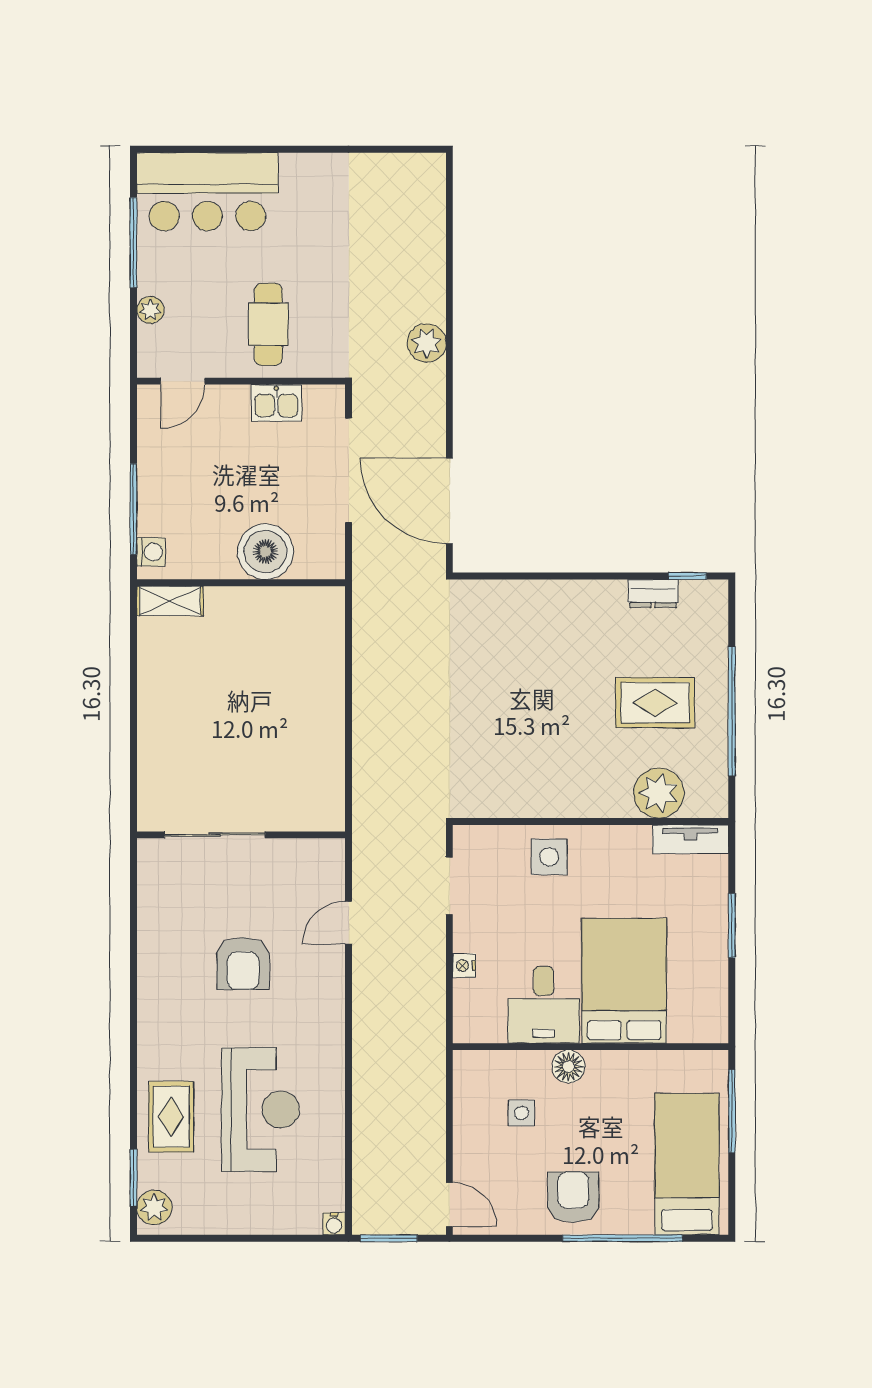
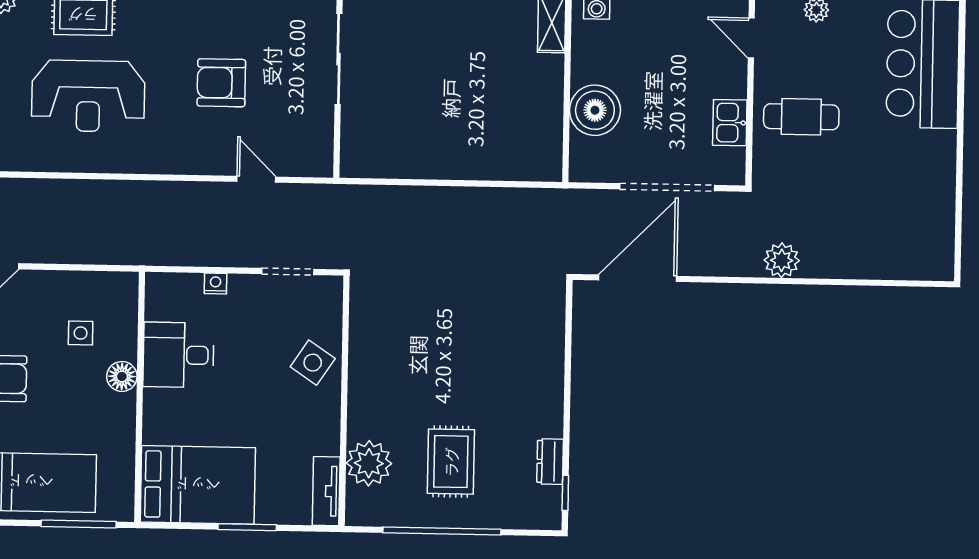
side table: (549, 857) -> (313, 363), turned 34
bed: (624, 981) -> (198, 485), moved

